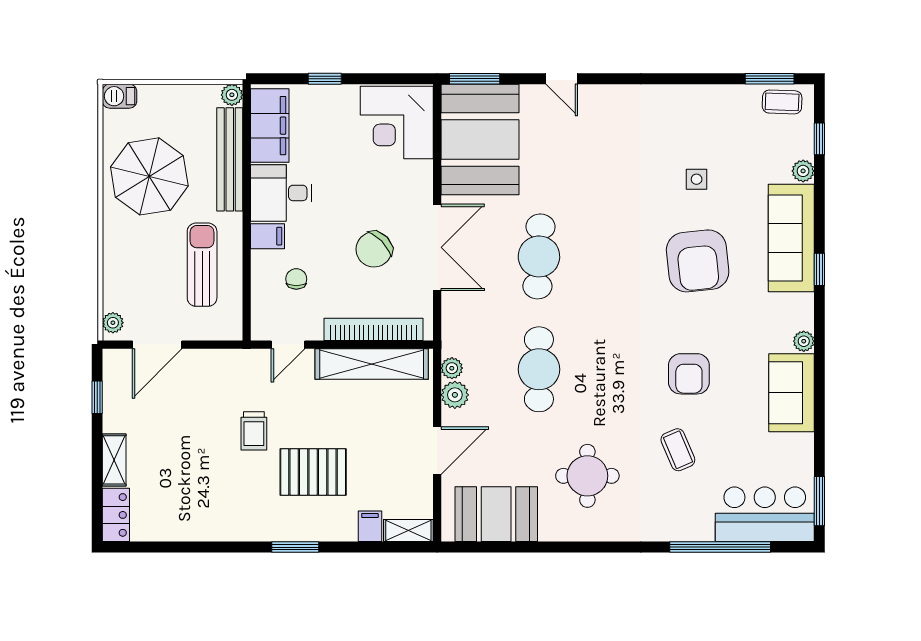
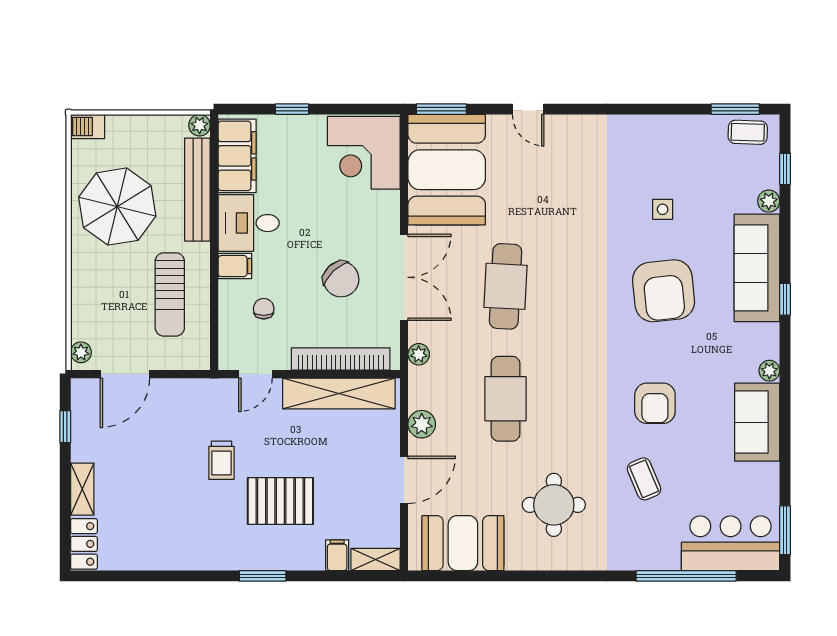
chair: (374, 249) -> (341, 279), turned -89
sun lounger: (202, 265) -> (170, 294), turned 180
plant: (452, 368) -> (419, 354), moved

